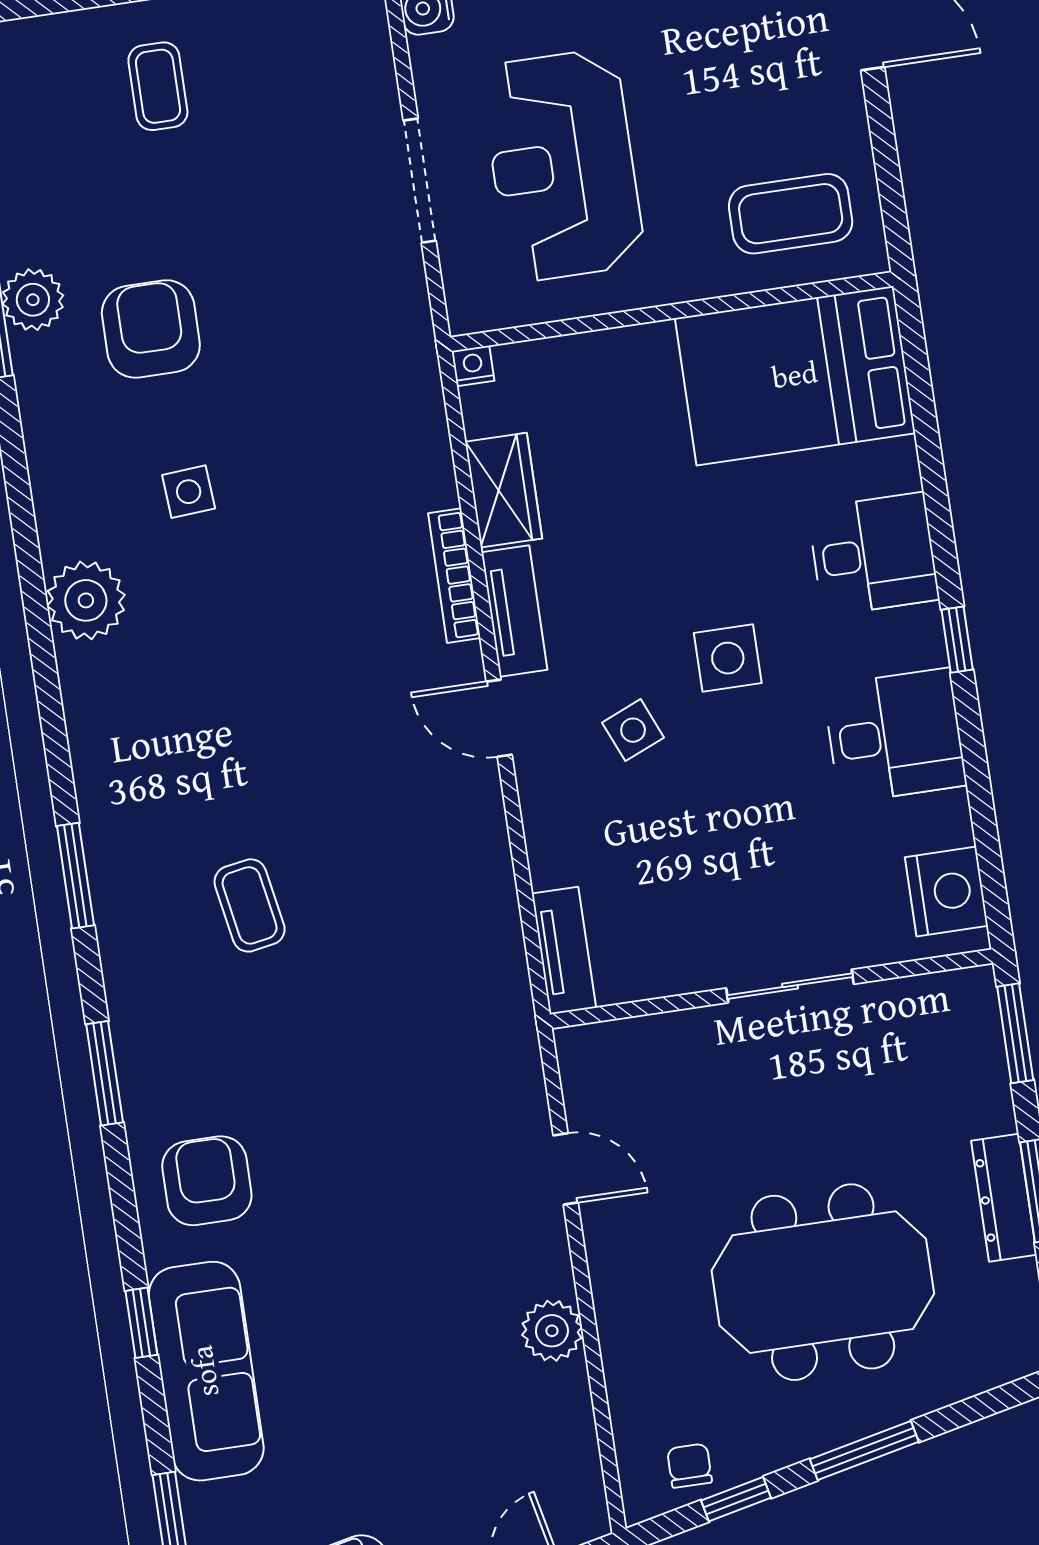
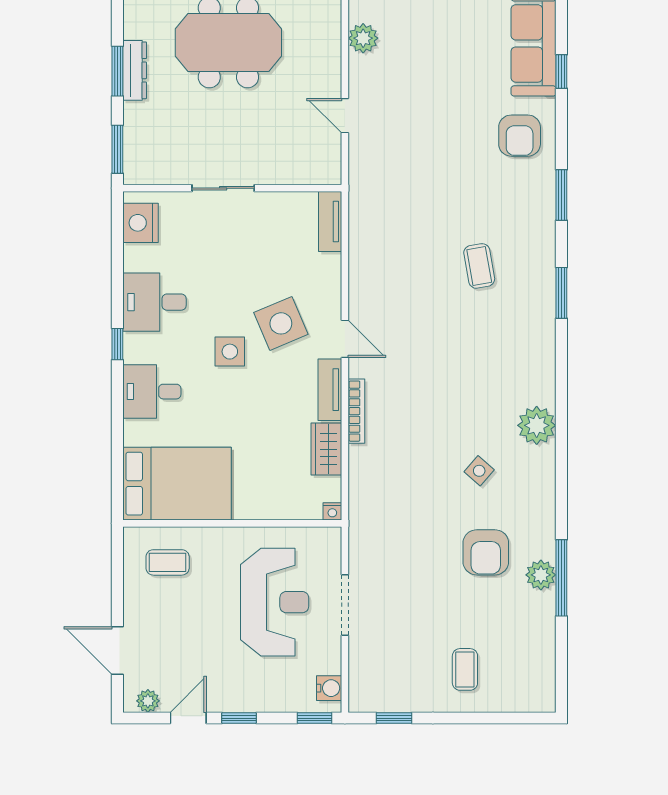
coffee table: (791, 214) -> (168, 562), width x0.73, depth x0.77
side table: (189, 492) -> (479, 471), turned 45
side table: (633, 730) -> (281, 323), width x1.87, depth x1.87

